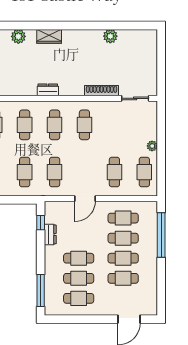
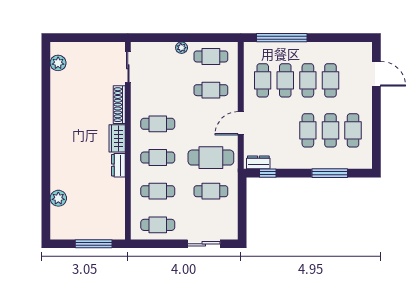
wardrobe: (49, 36) -> (117, 138), moved, turned 180
plant: (110, 36) -> (58, 63), moved
cafe table: (55, 172) -> (211, 158), width x1.37, depth x1.35
door: (85, 199) -> (241, 123), swing flipped
dresser: (50, 234) -> (258, 162), moved
window: (41, 290) -> (330, 173), moved

